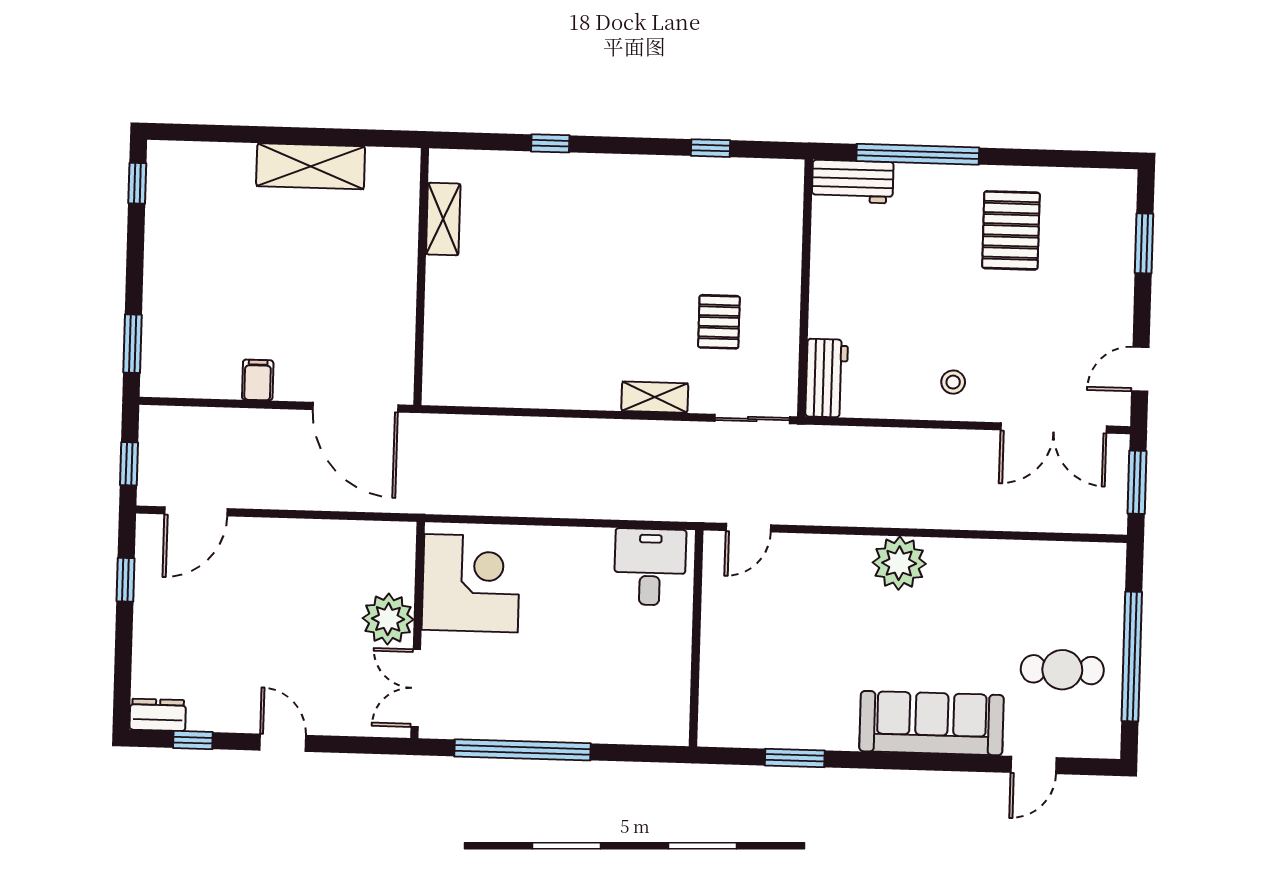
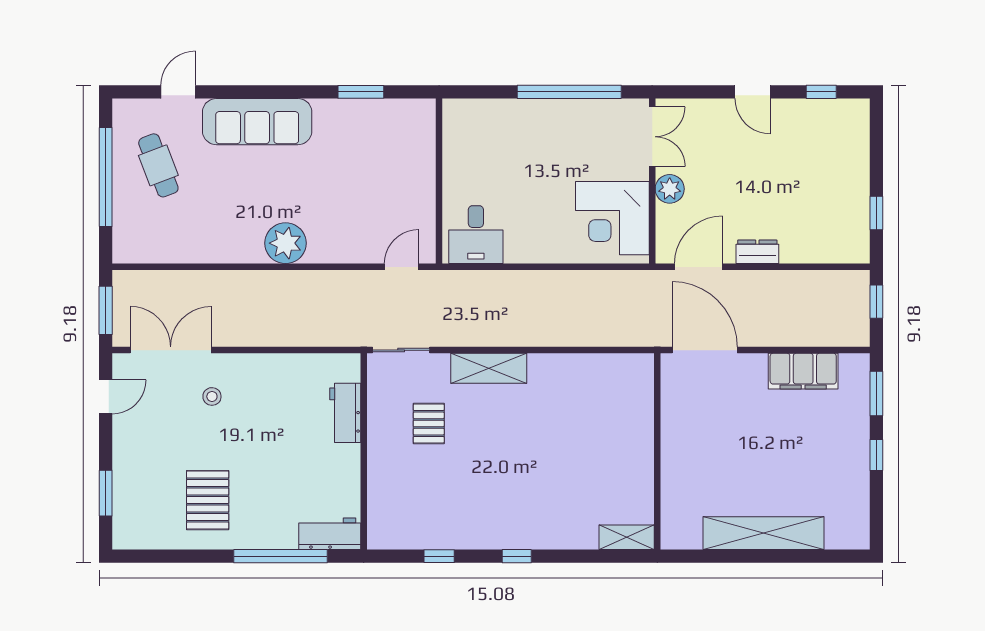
window: (550, 143) -> (517, 556), moved
shelving: (311, 166) -> (764, 533), width x1.47
window: (137, 183) -> (876, 455), moved
shelving: (443, 219) -> (627, 537), moved, turned 90
workbench: (827, 378) -> (345, 413), moved
filing cabinet: (258, 380) -> (803, 371), width x3.00, depth x1.17
stool: (953, 382) -> (212, 396), moved
shelving: (655, 397) -> (489, 368), width x1.50, depth x1.33
door: (196, 511) -> (699, 267), moved
plant: (388, 619) -> (670, 189), width x0.73, depth x0.73
cafe table: (1062, 670) -> (158, 165), turned 69
dresser: (158, 715) -> (757, 252), moved, turned 180

